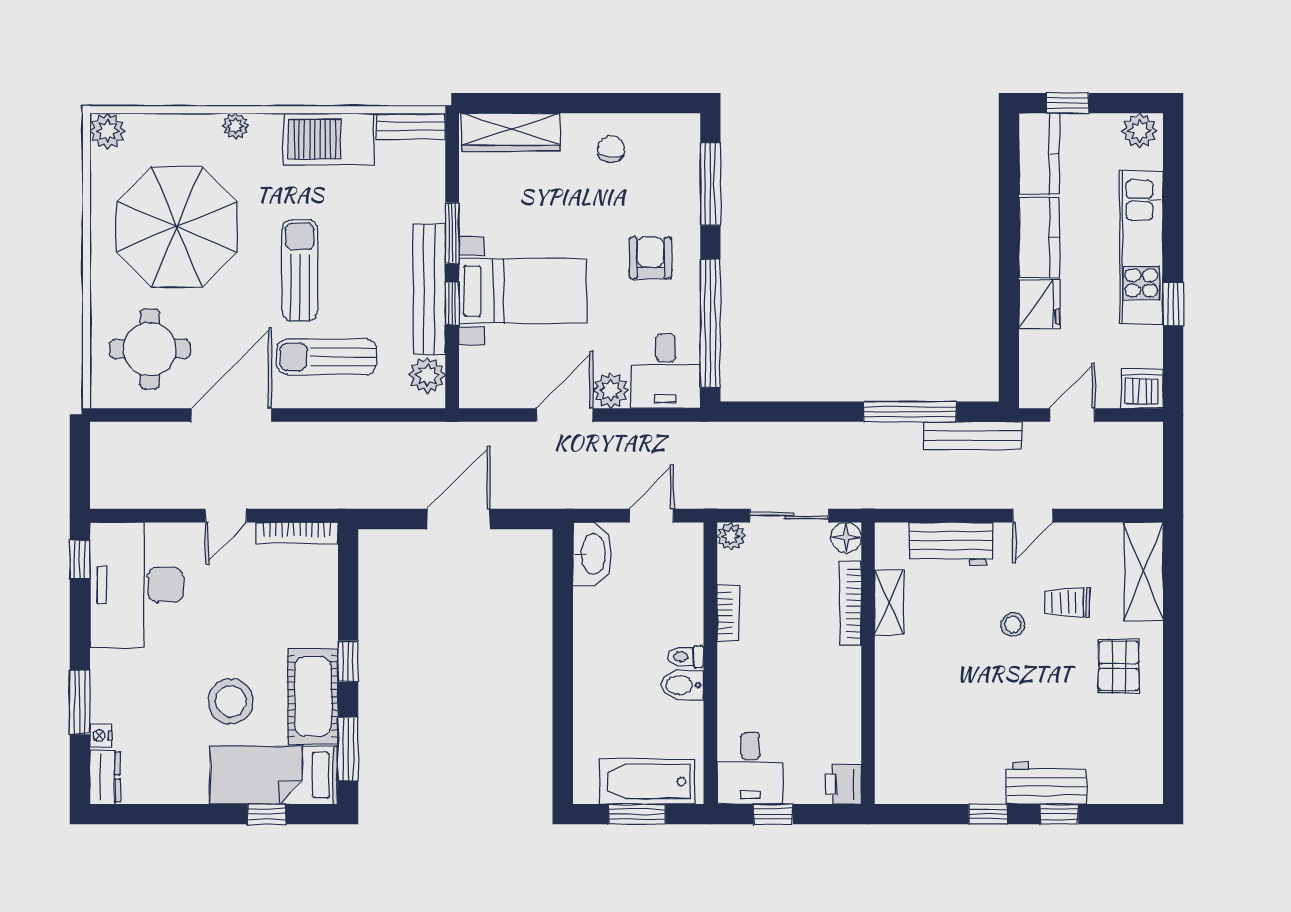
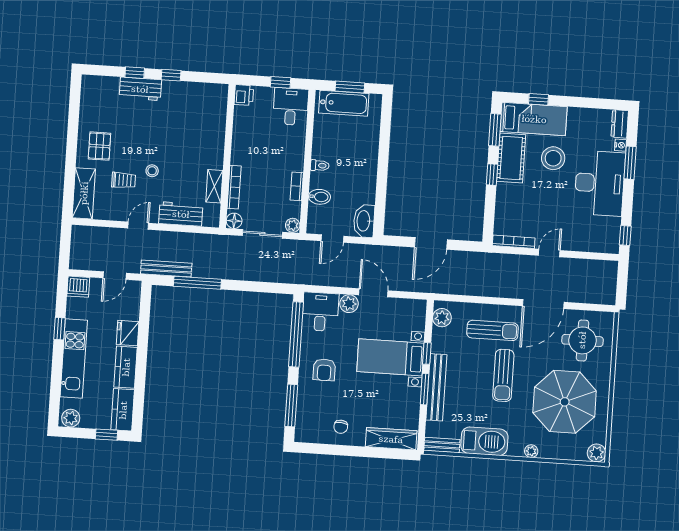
bench: (429, 289) -> (436, 387), moved
door: (564, 415) -> (373, 293), swing flipped
desk: (137, 585) -> (600, 183), moved
bidet: (682, 685) -> (320, 197), moved

